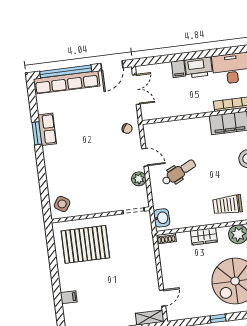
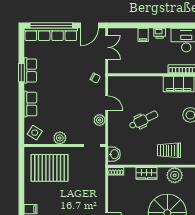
printer: (199, 67) -> (160, 33), width x0.53, depth x0.68
row of seats: (52, 170) -> (30, 104), added
dental chair: (179, 172) -> (144, 120), moved
plant: (93, 207) -> (60, 138), added

